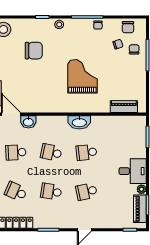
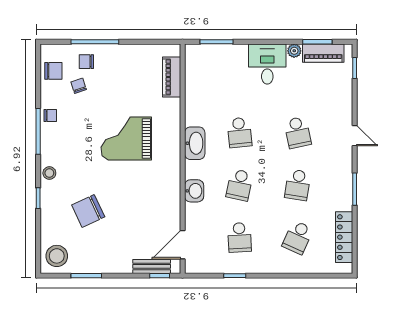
chair: (34, 51) -> (88, 211), turned -115
washbasin: (28, 122) -> (194, 191), moved

